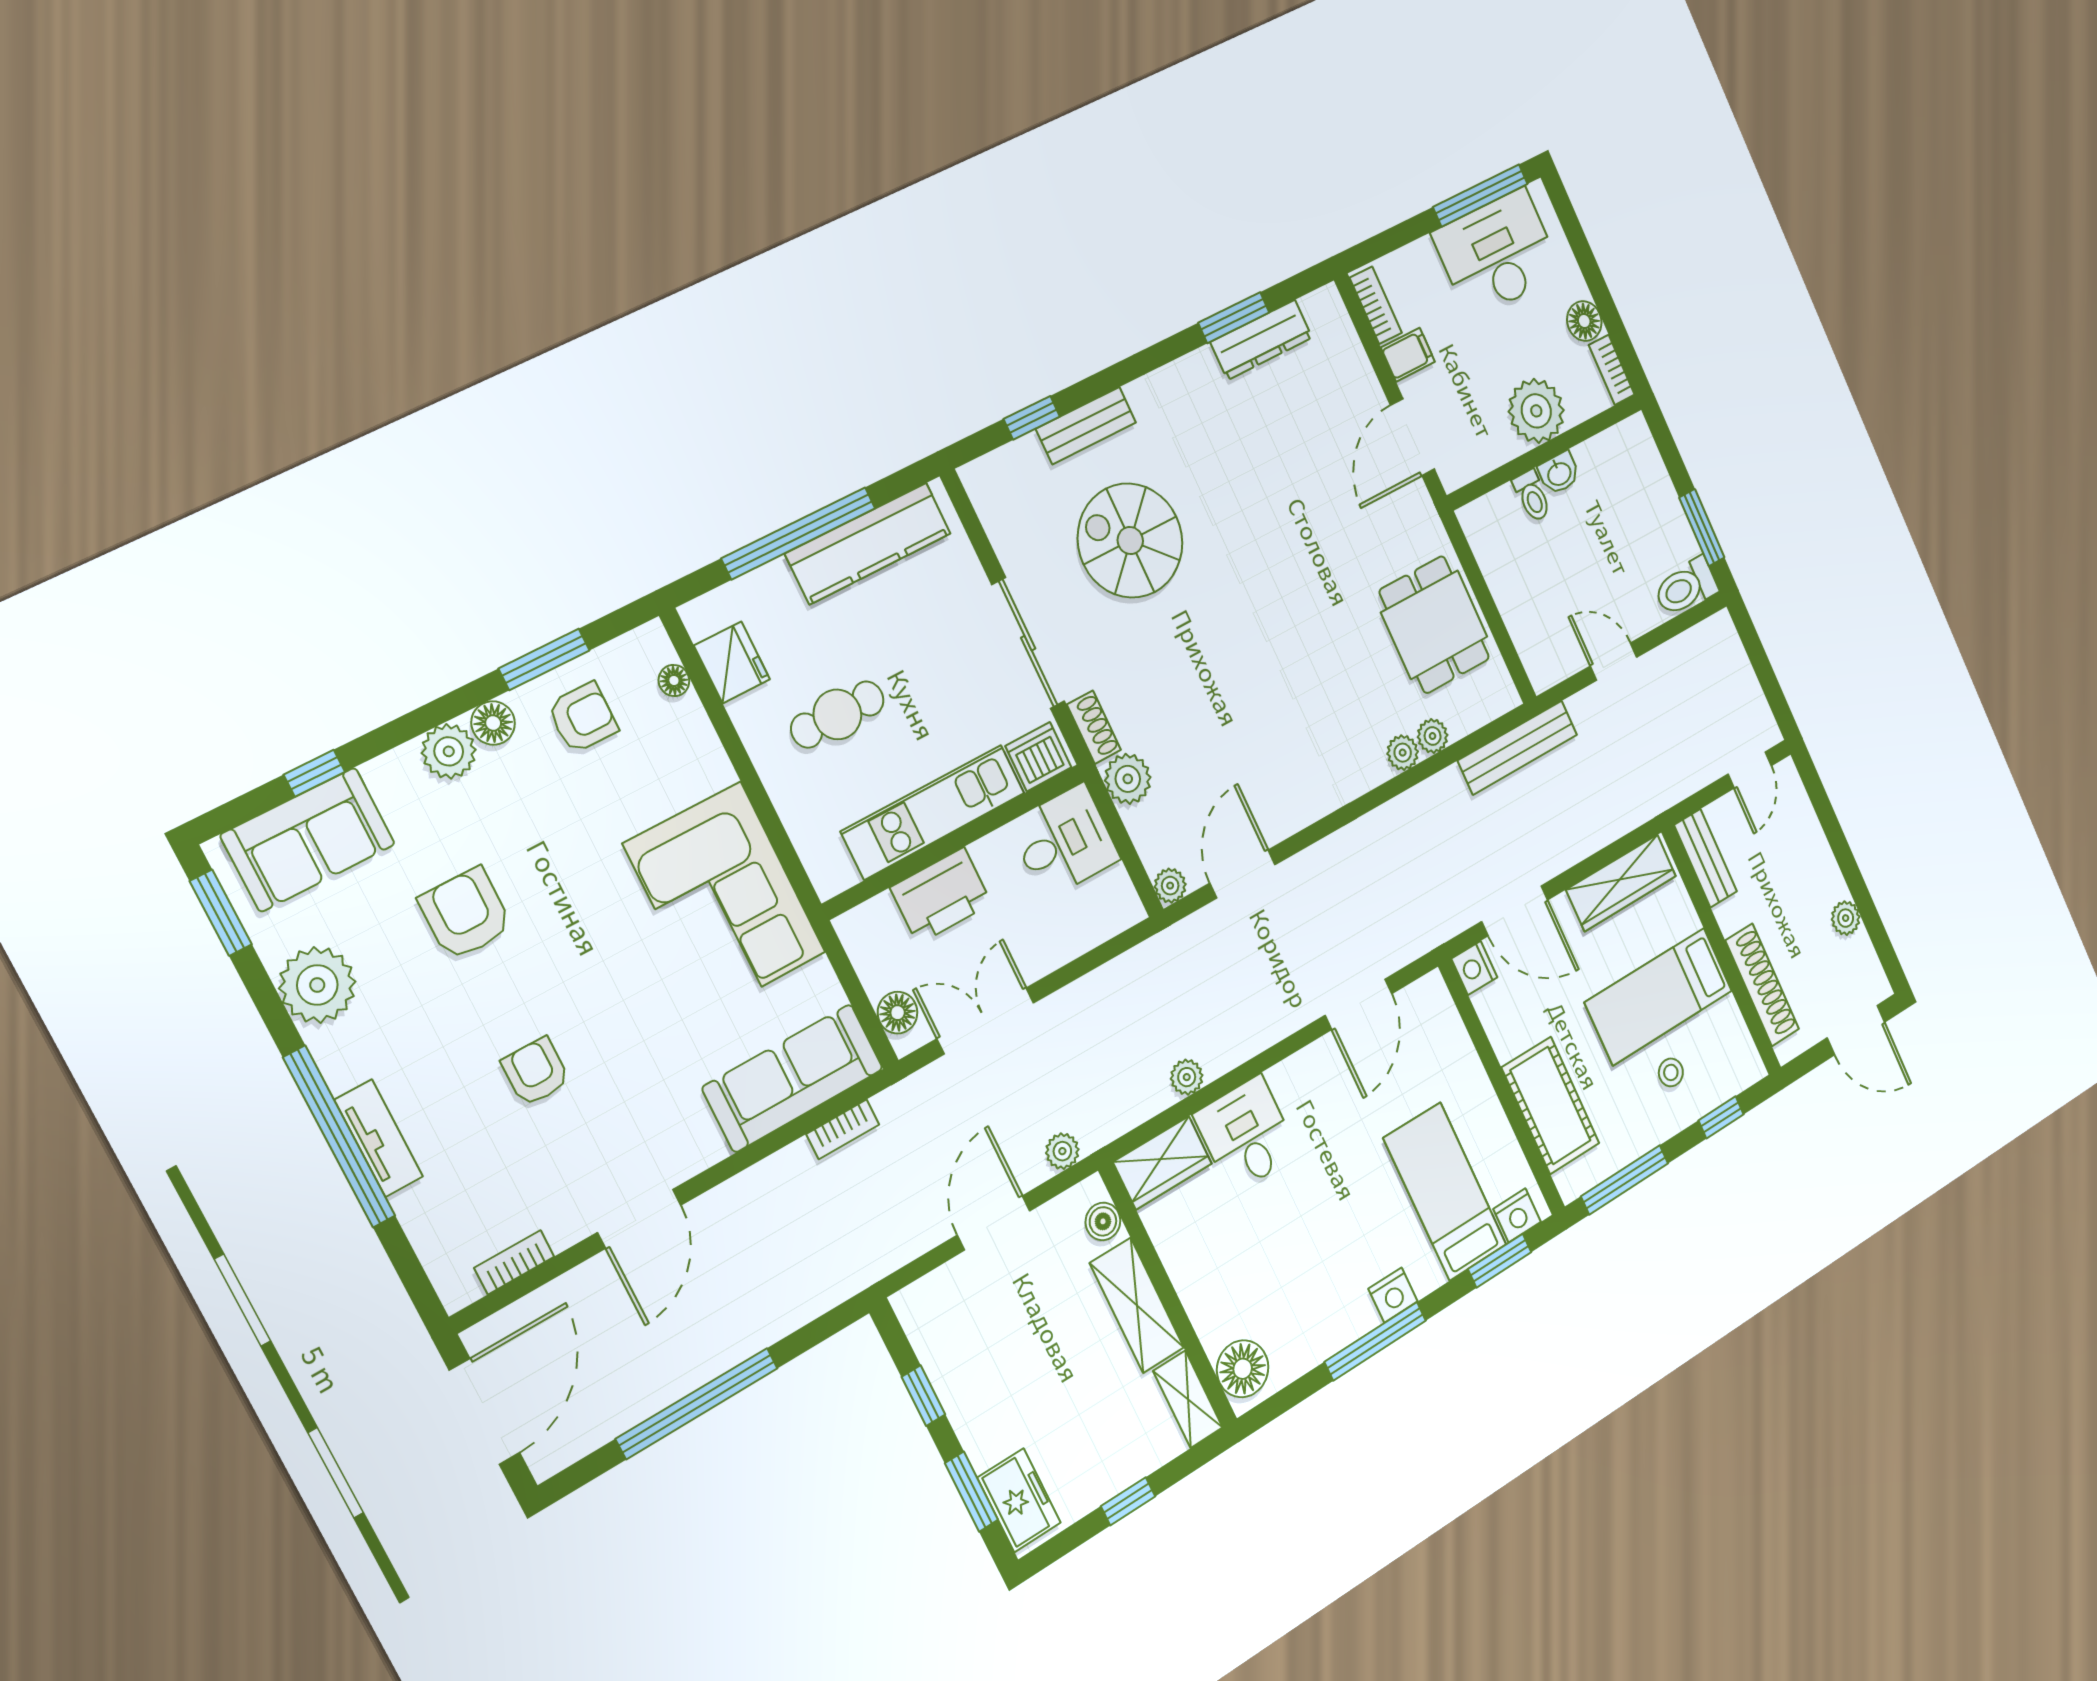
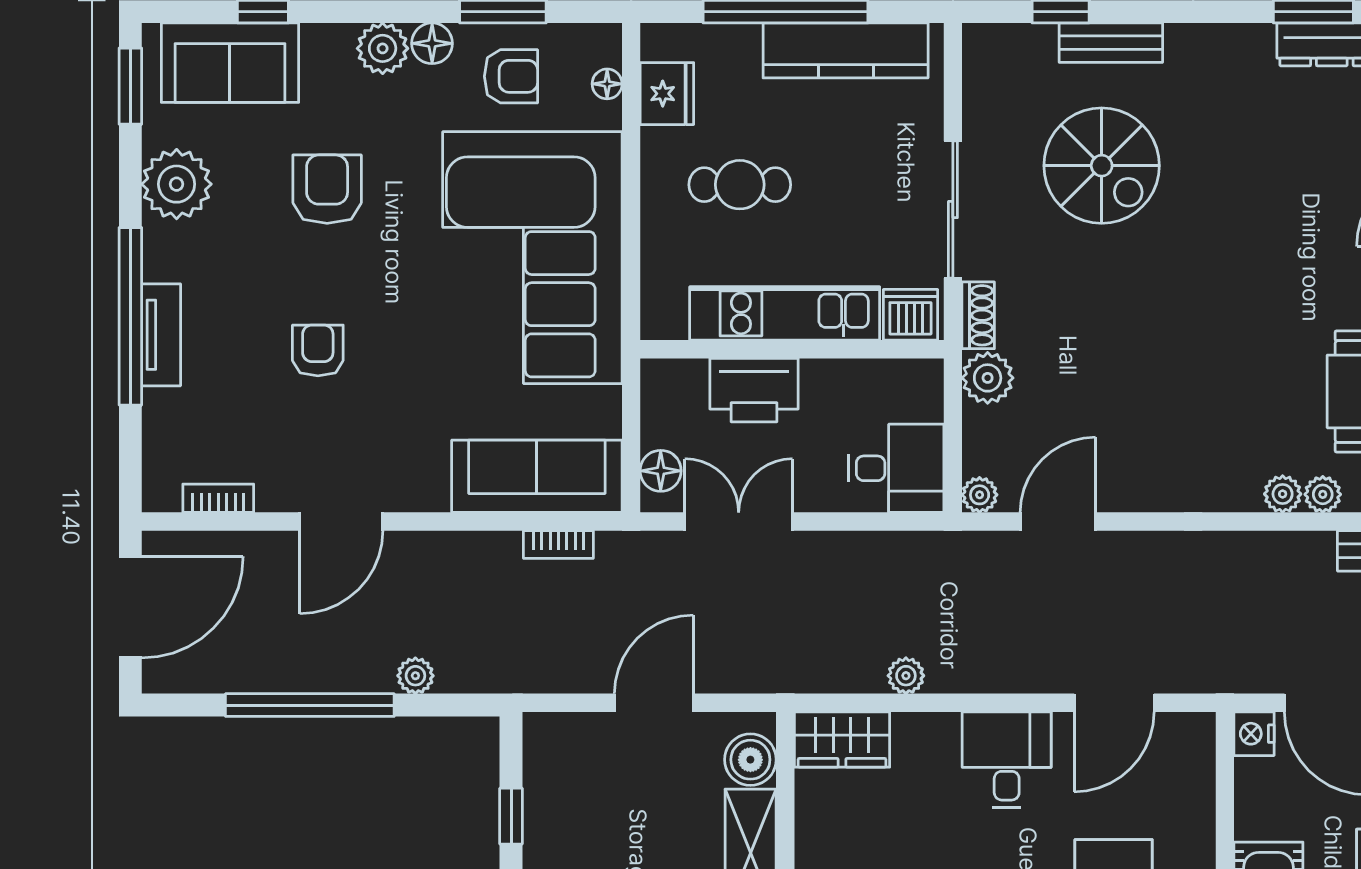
spiral stairs: (1130, 541) -> (1102, 166), turned 180
desk: (1064, 841) -> (896, 468), moved
corner sofa: (725, 898) -> (532, 258), width x1.36, depth x1.36
desk: (1246, 1135) -> (1007, 760), moved
plant: (1062, 1151) -> (415, 676), moved
boiler: (1103, 1221) -> (750, 760), width x1.36, depth x1.36

